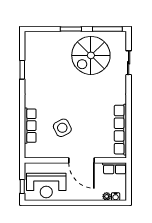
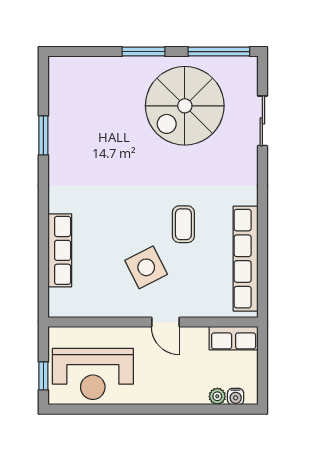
coffee table: (90, 113) -> (183, 224), added
side table: (62, 128) -> (146, 267), moved
door: (81, 160) -> (165, 322), width x0.53

